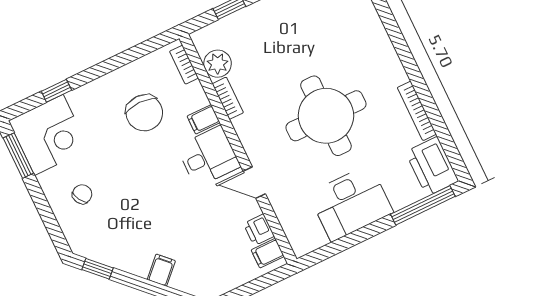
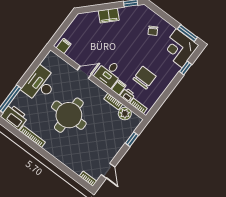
chair: (144, 113) -> (145, 78), turned 90
printer: (259, 230) -> (127, 95), moved
filing cabinet: (161, 270) -> (109, 16), width x2.00

